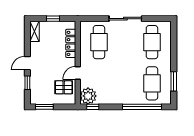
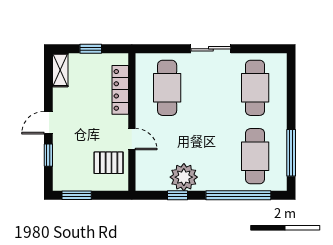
sliding door: (125, 19) -> (211, 49), width x0.73
door: (78, 73) -> (132, 139), swing flipped
window: (174, 81) -> (291, 153), width x1.44
plant: (88, 96) -> (184, 177), moved
window: (93, 107) -> (178, 195), moved

